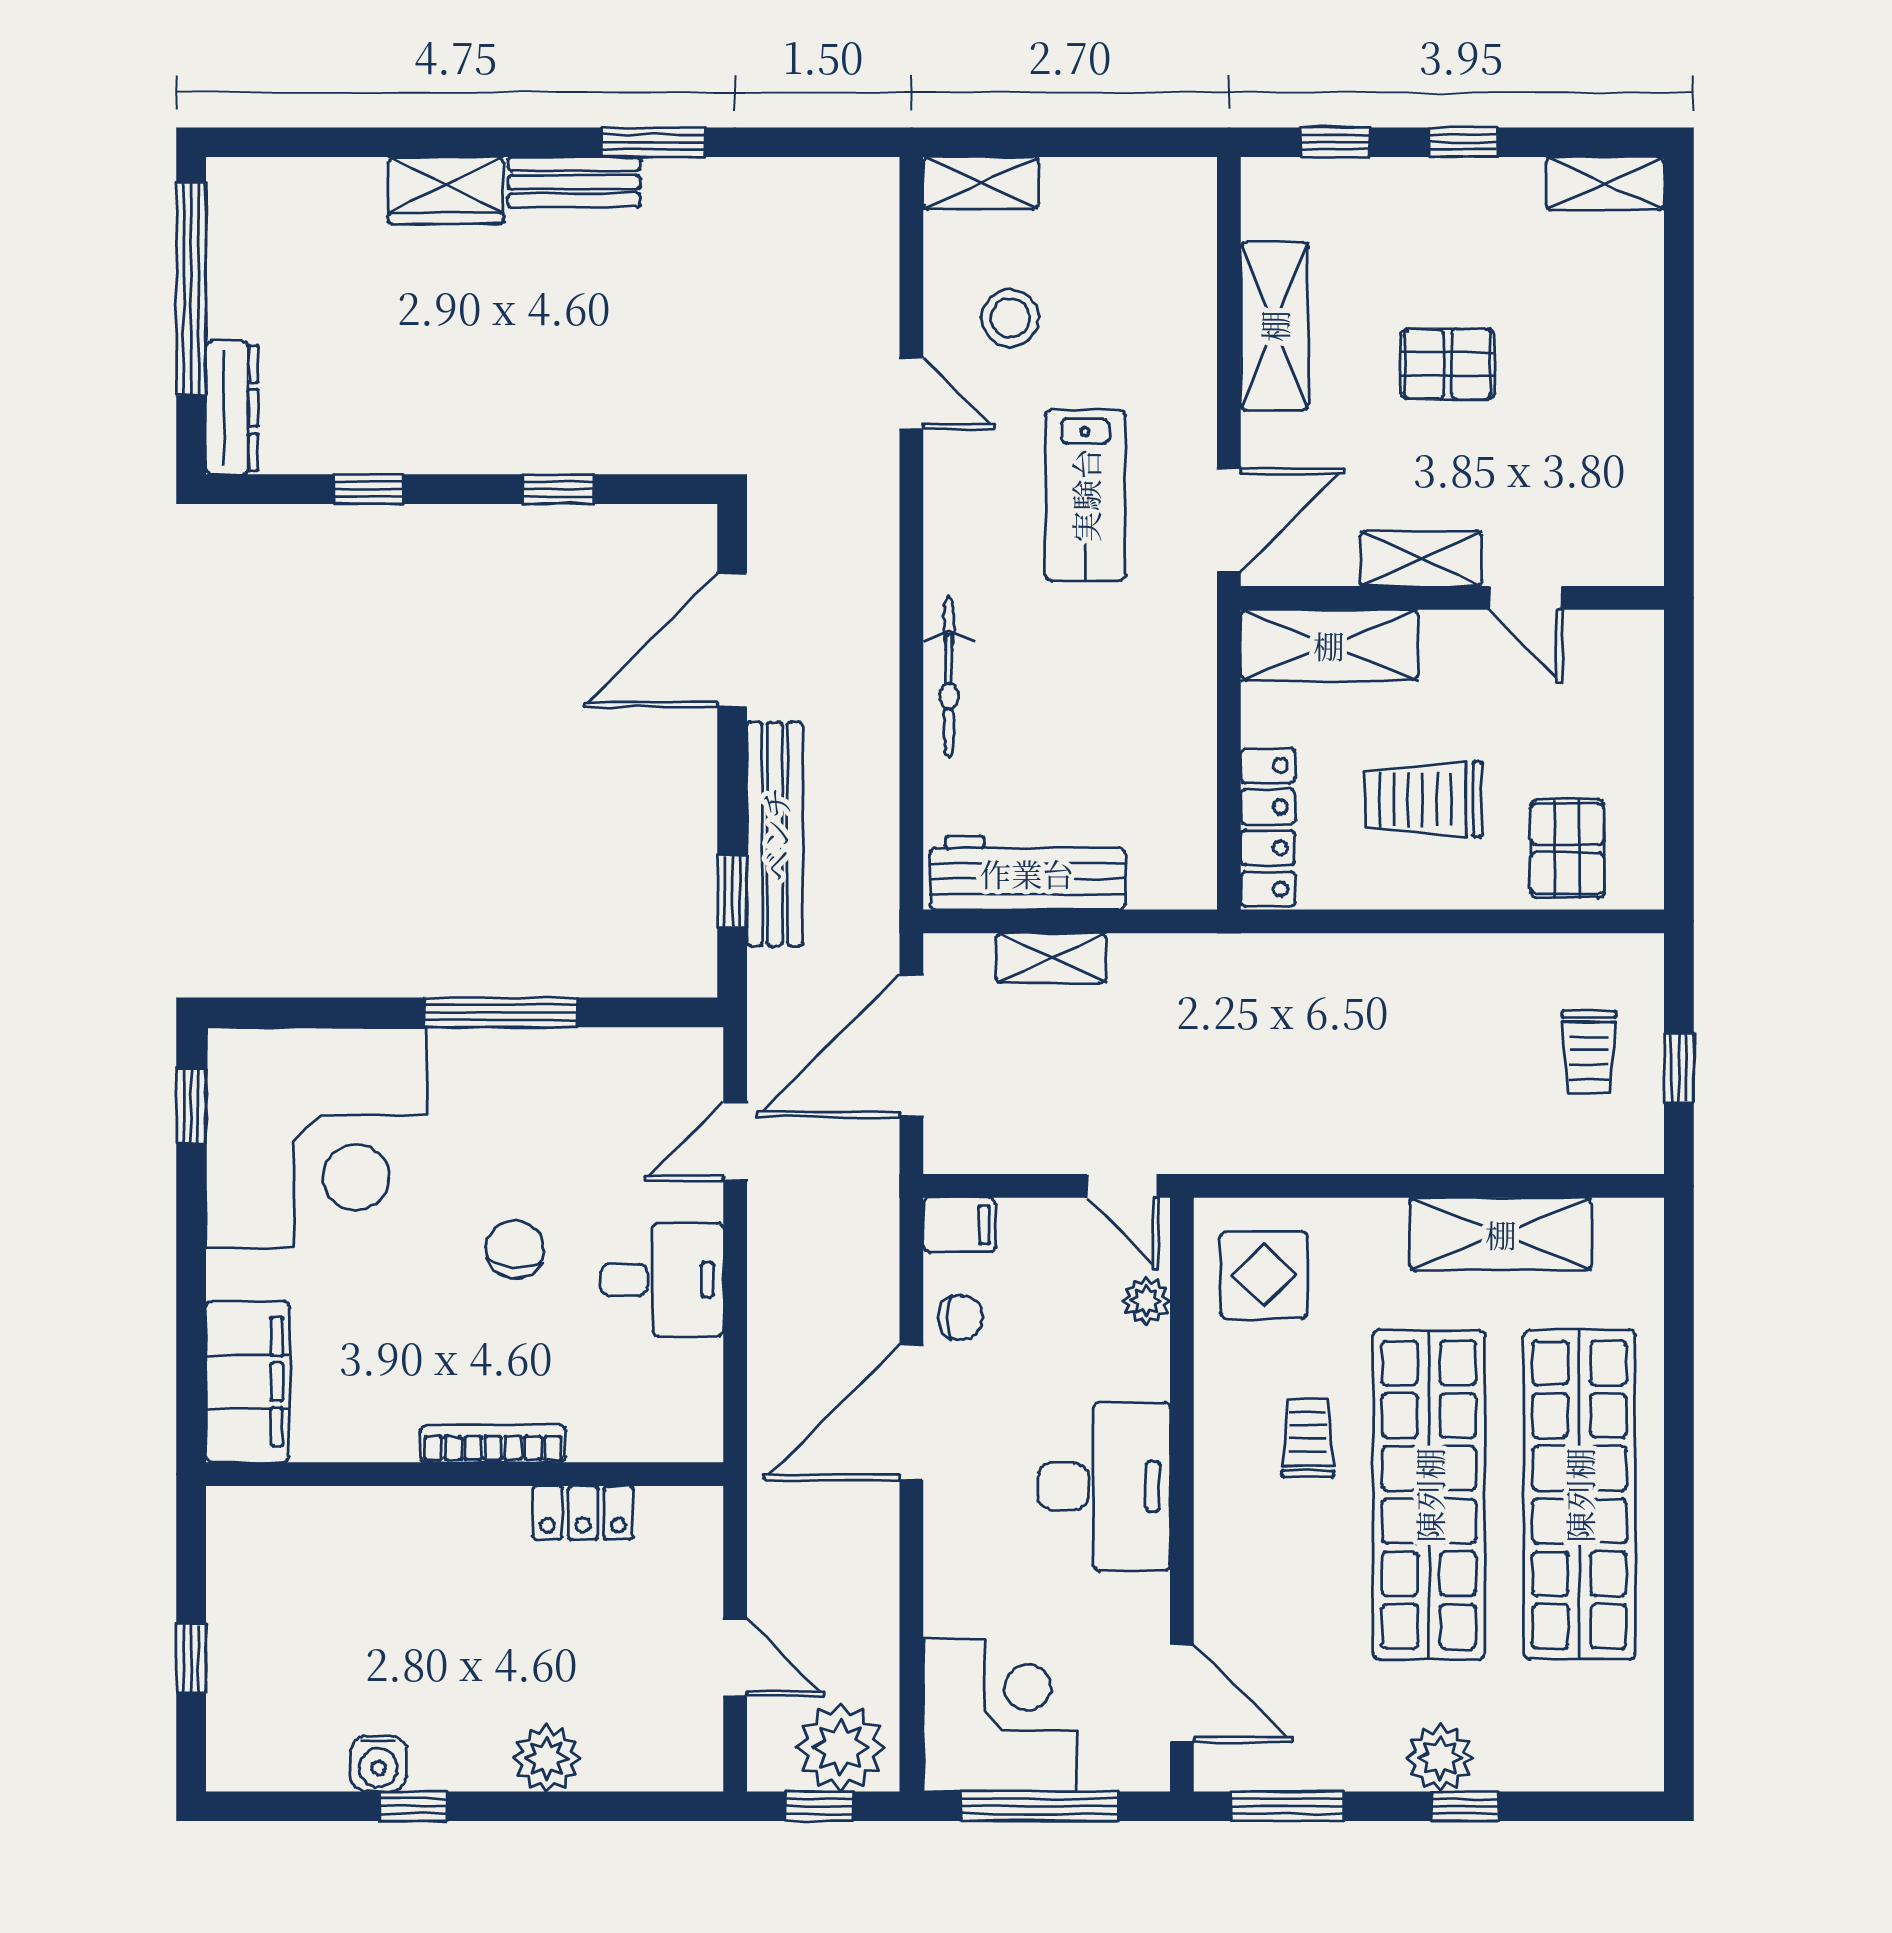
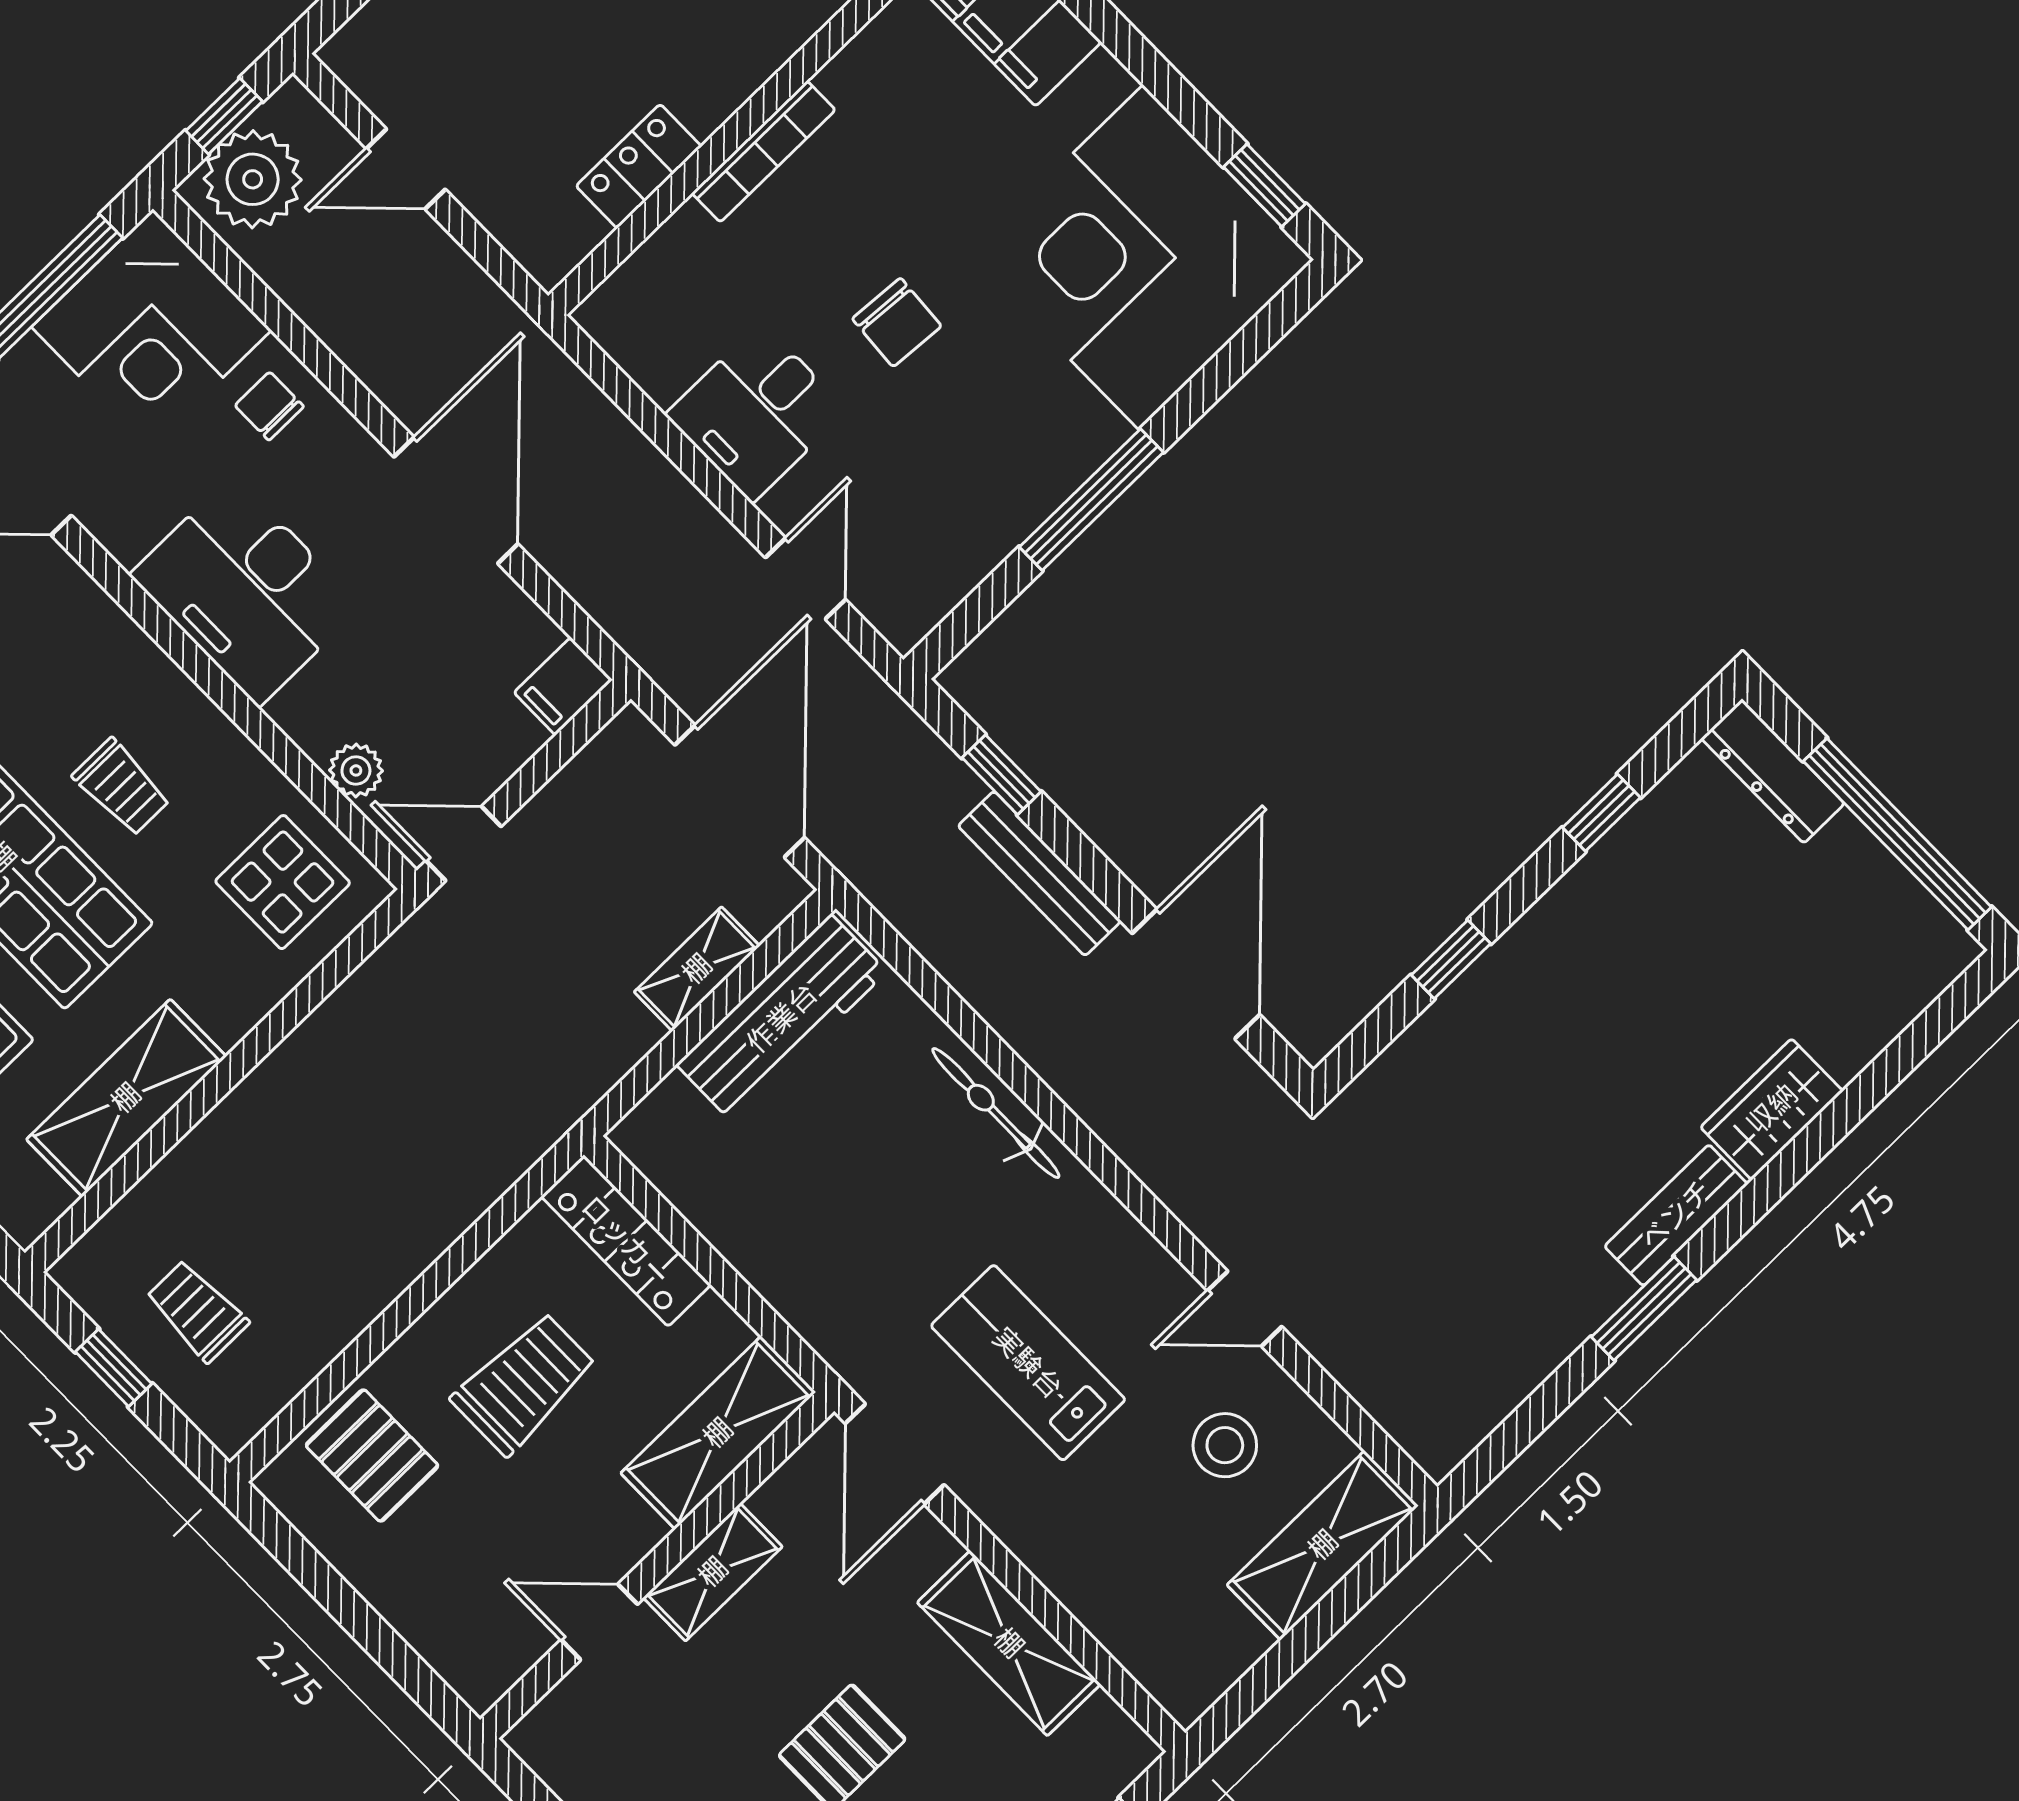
shelving: (981, 183) -> (1323, 1545), width x1.50, depth x1.33
bench: (775, 834) -> (1039, 873), width x0.73, depth x0.82
chair: (961, 1318) -> (269, 406), moved, turned 90

